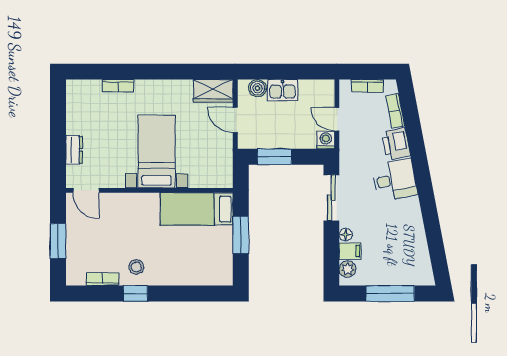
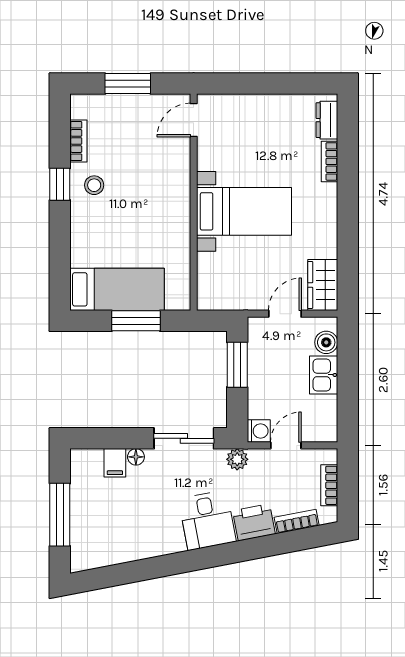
dresser: (74, 150) -> (327, 120), moved, turned 90
bed: (197, 209) -> (117, 289), moved, turned 90
plant: (348, 269) -> (237, 459), moved

